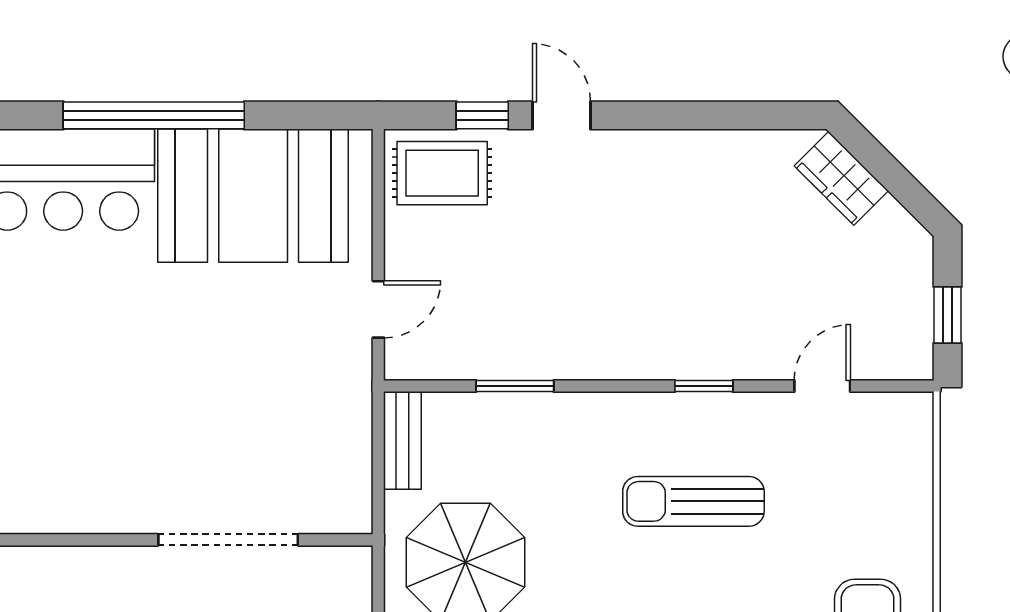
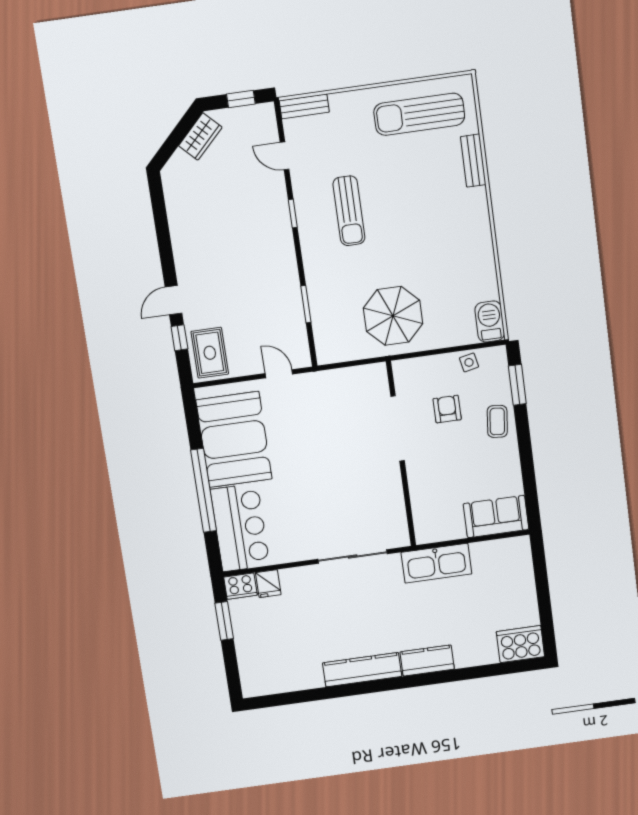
wardrobe: (841, 178) -> (200, 136), moved
bench: (402, 440) -> (304, 106), moved

